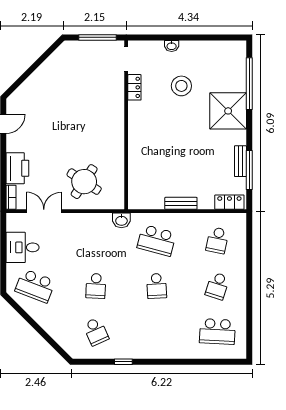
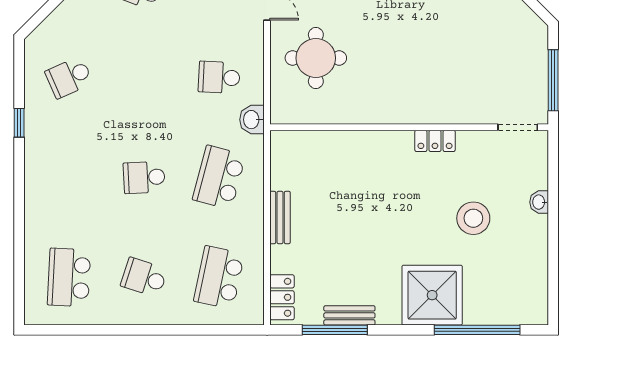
locker: (134, 87) -> (435, 141), moved
round table: (84, 182) -> (316, 58), turned -33
school desk: (217, 240) -> (219, 277), width x1.85
school desk: (96, 286) -> (219, 77), moved

